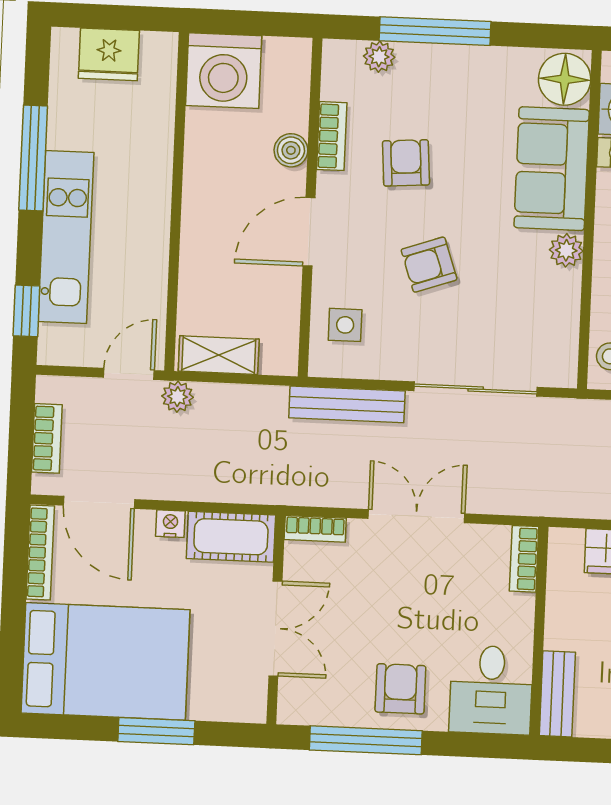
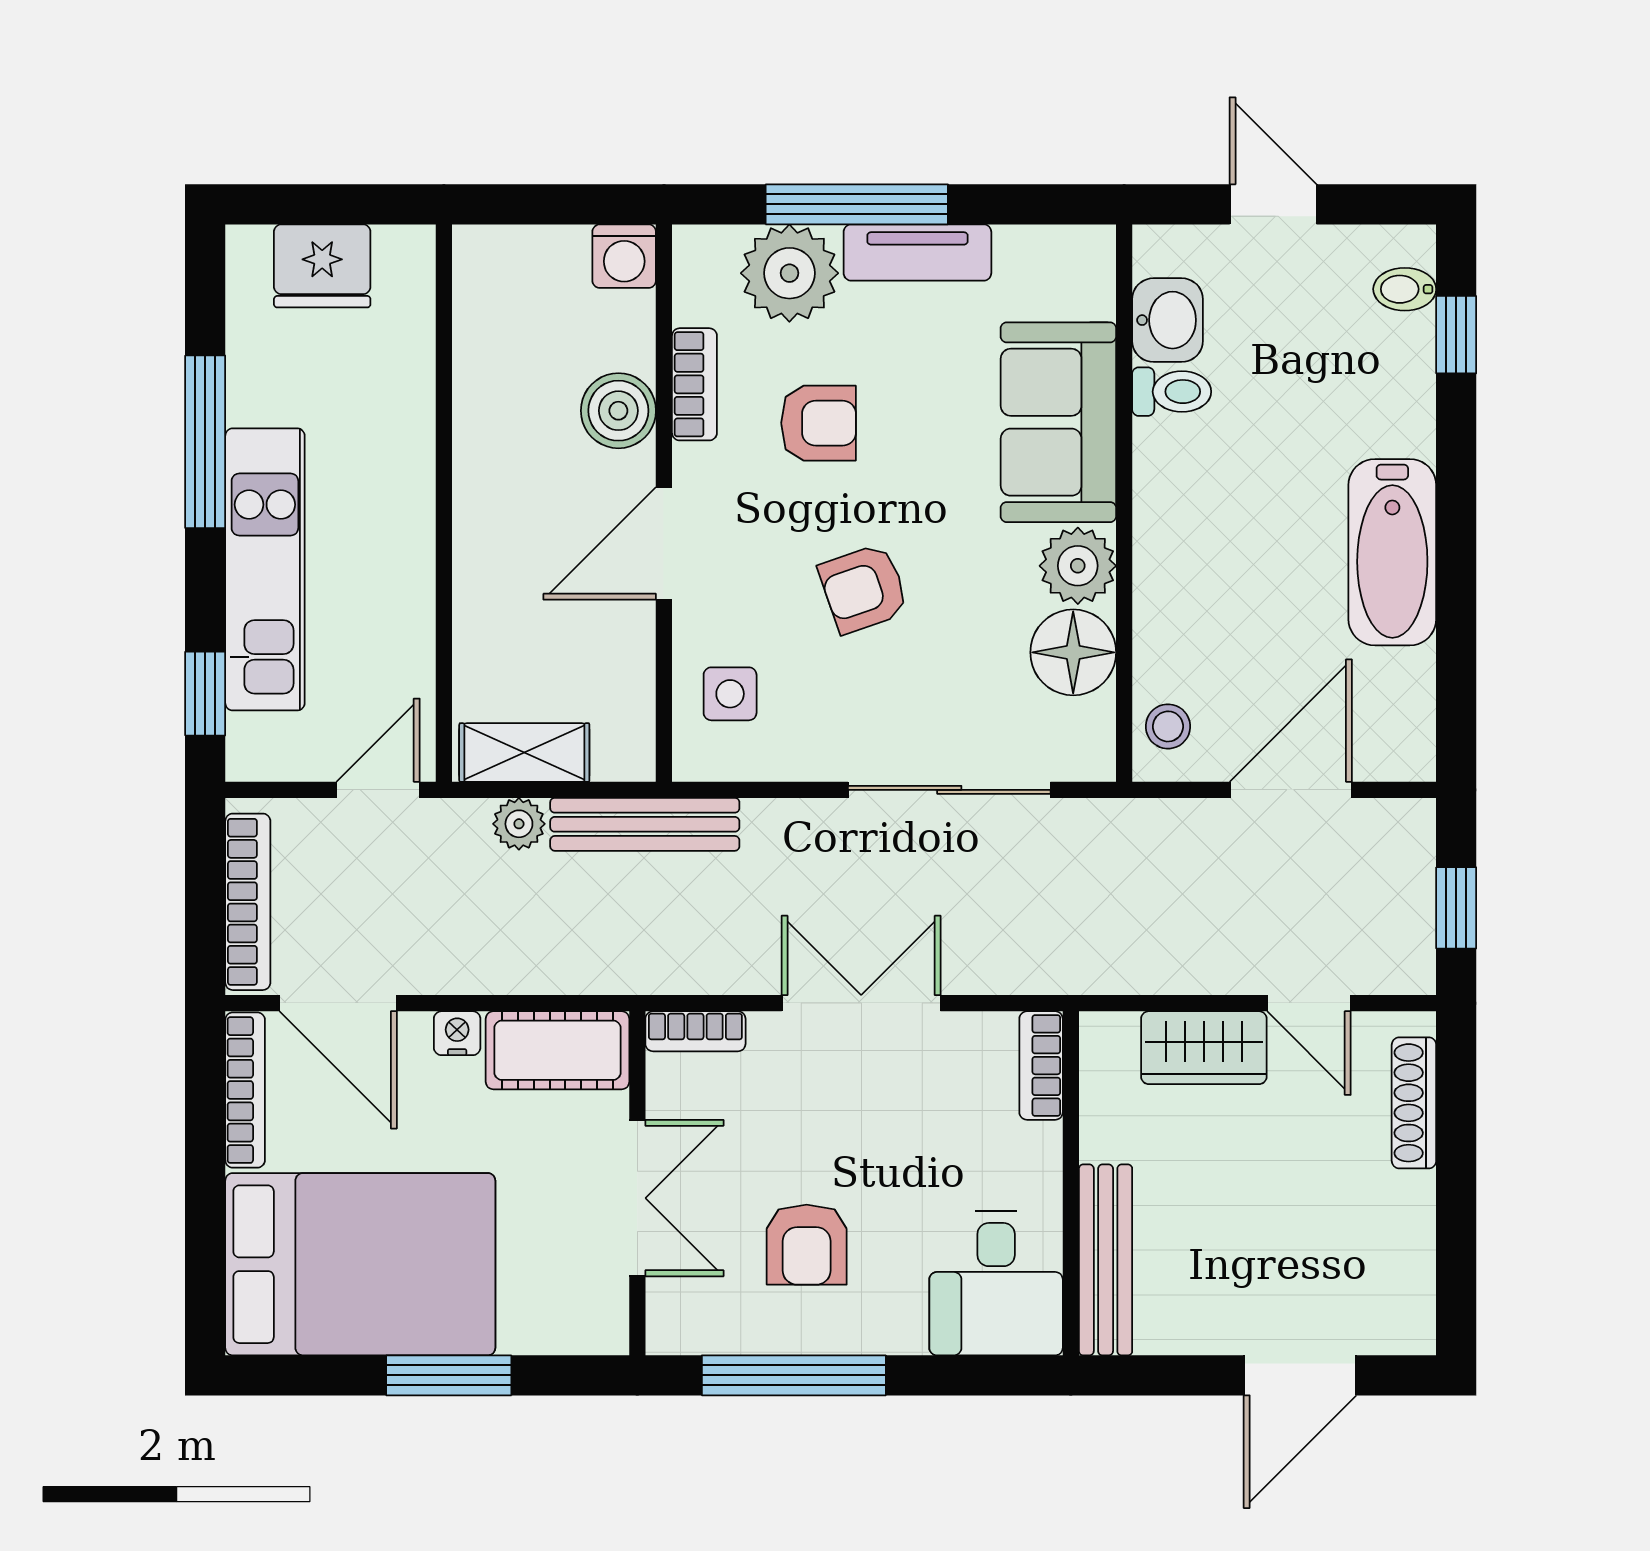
plant: (379, 57) -> (789, 273), width x1.87, depth x1.87
tv unit: (471, 62) -> (917, 253), added
washing machine: (224, 71) -> (624, 256), moved, width x0.53, depth x0.53
floor lamp: (565, 79) -> (1073, 652), moved
boiler: (291, 150) -> (618, 411), width x1.36, depth x1.36
armchair: (406, 163) -> (819, 423), turned 94
plant: (566, 250) -> (1078, 566), width x1.38, depth x1.38
plant: (178, 397) -> (519, 824), moved
bench: (347, 404) -> (645, 824), moved
bookcase: (47, 438) -> (248, 902), width x1.56
armchair: (400, 689) -> (807, 1245), moved, turned 180
bench: (557, 694) -> (1106, 1260), width x1.36

